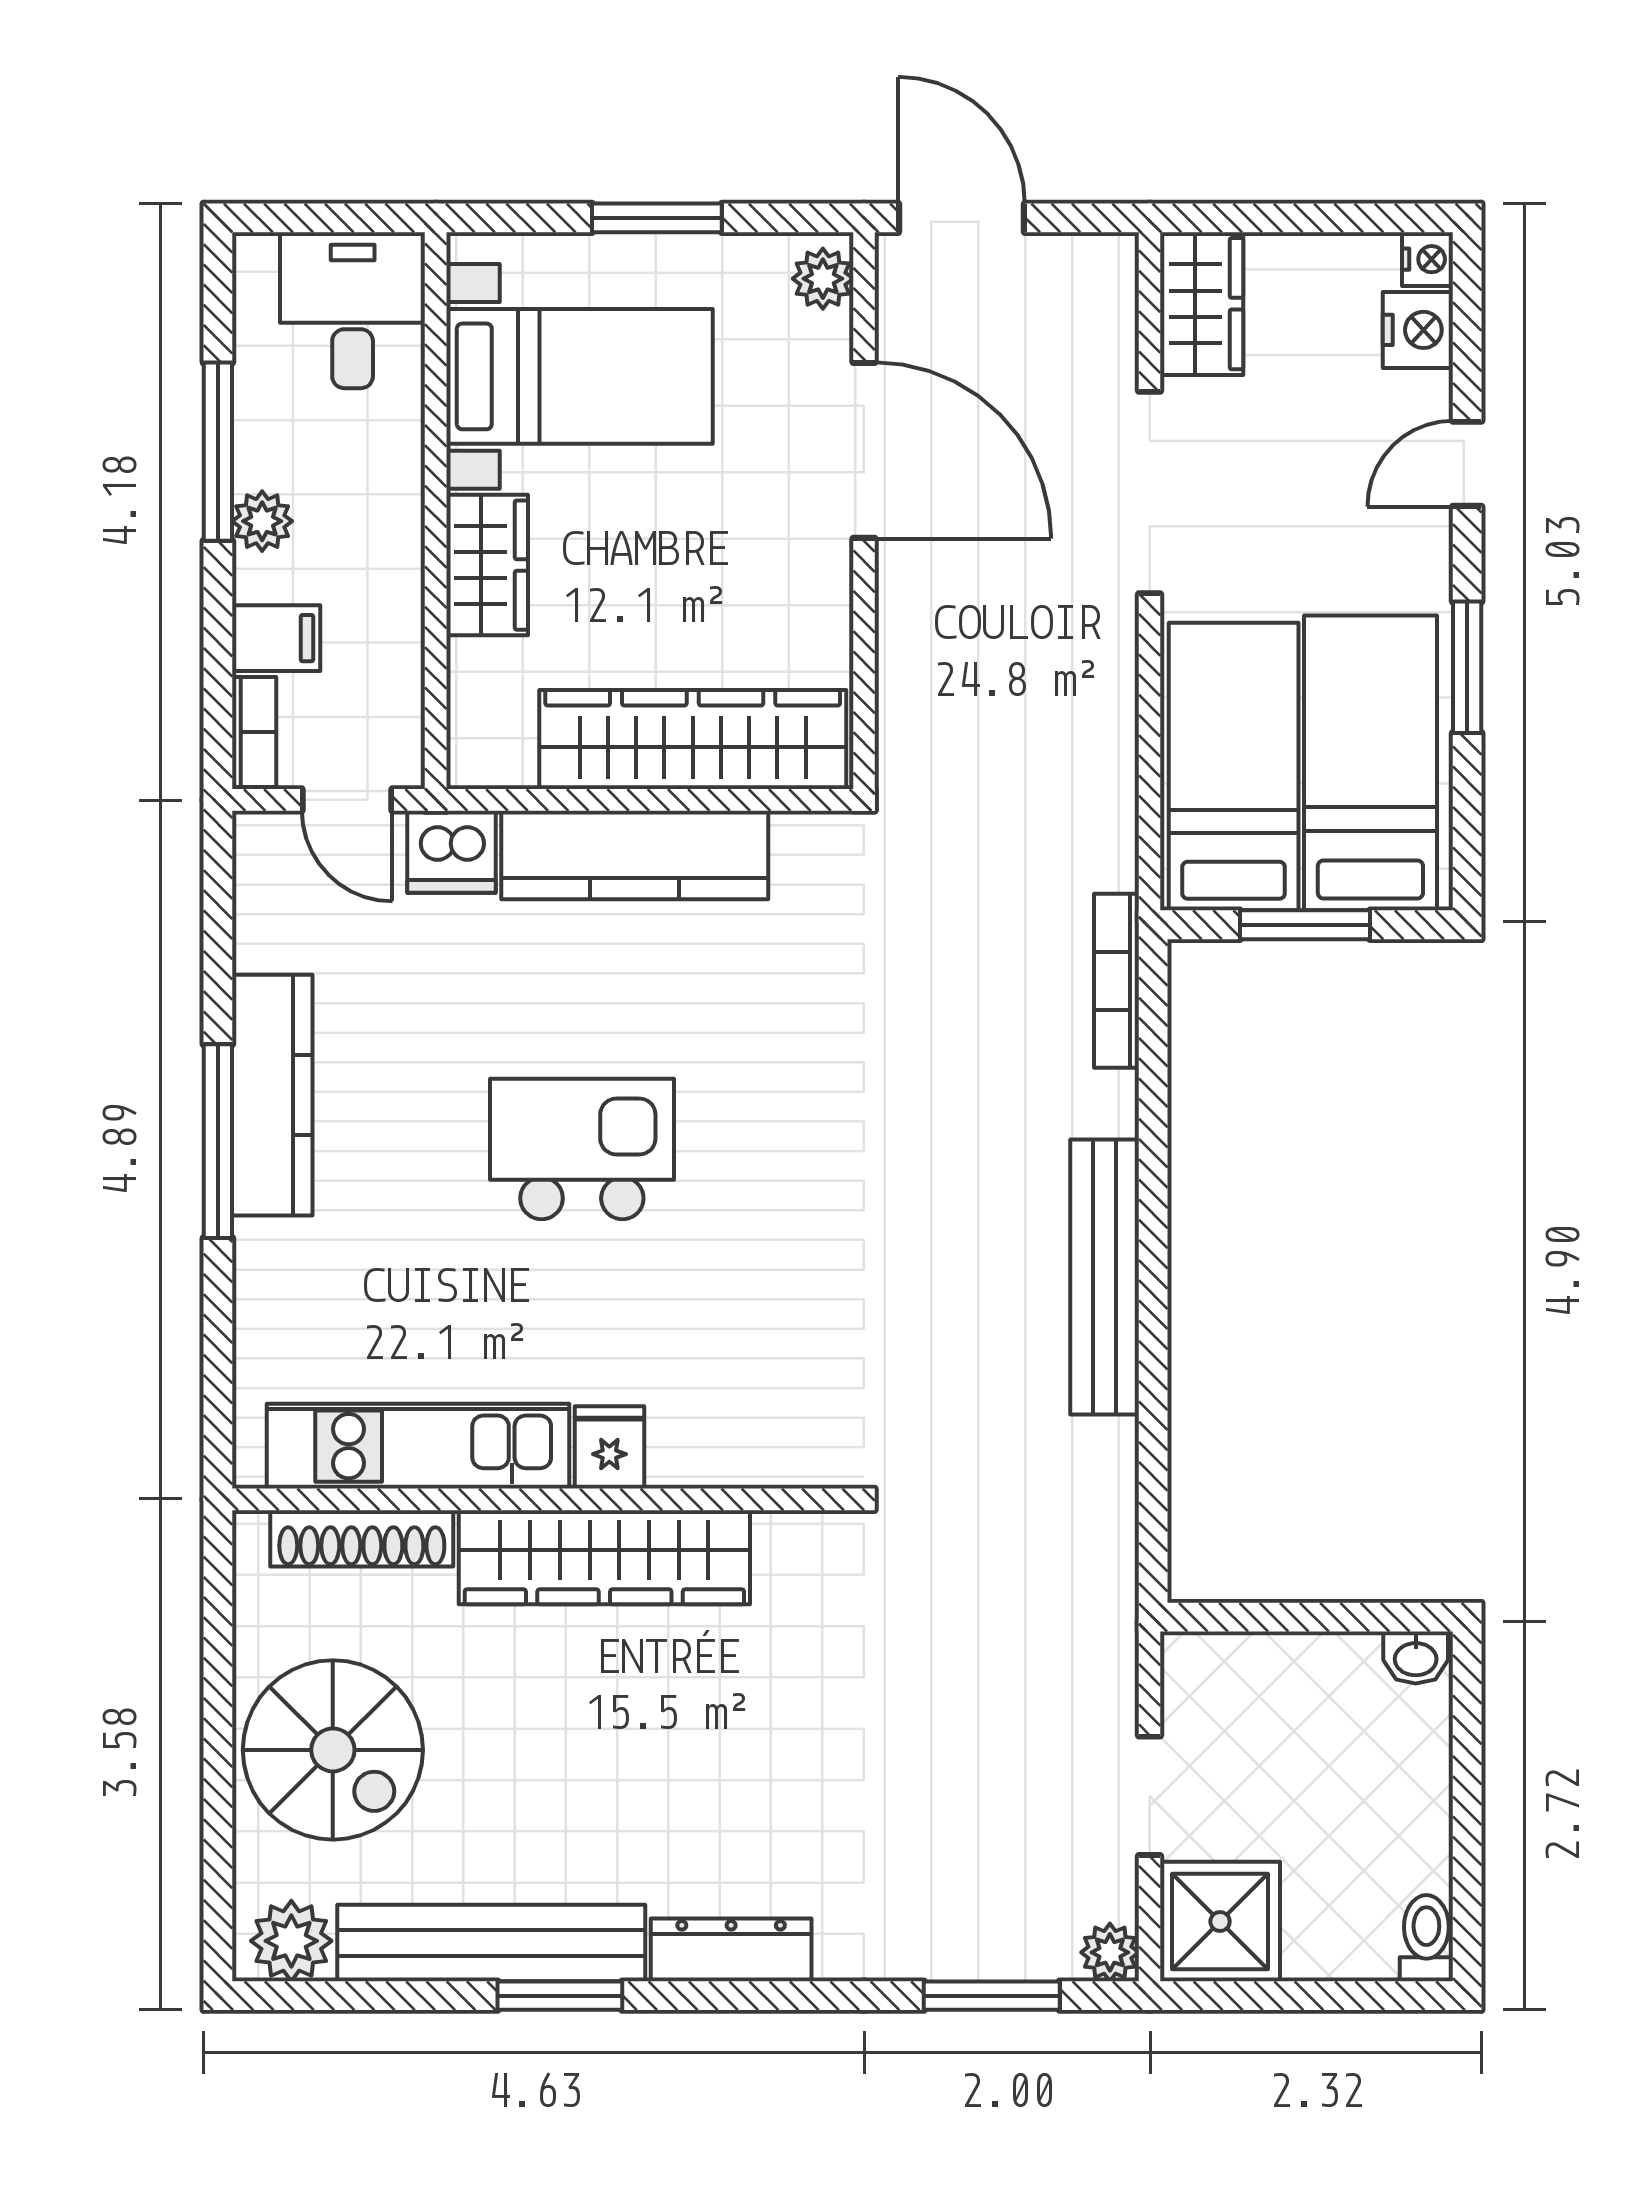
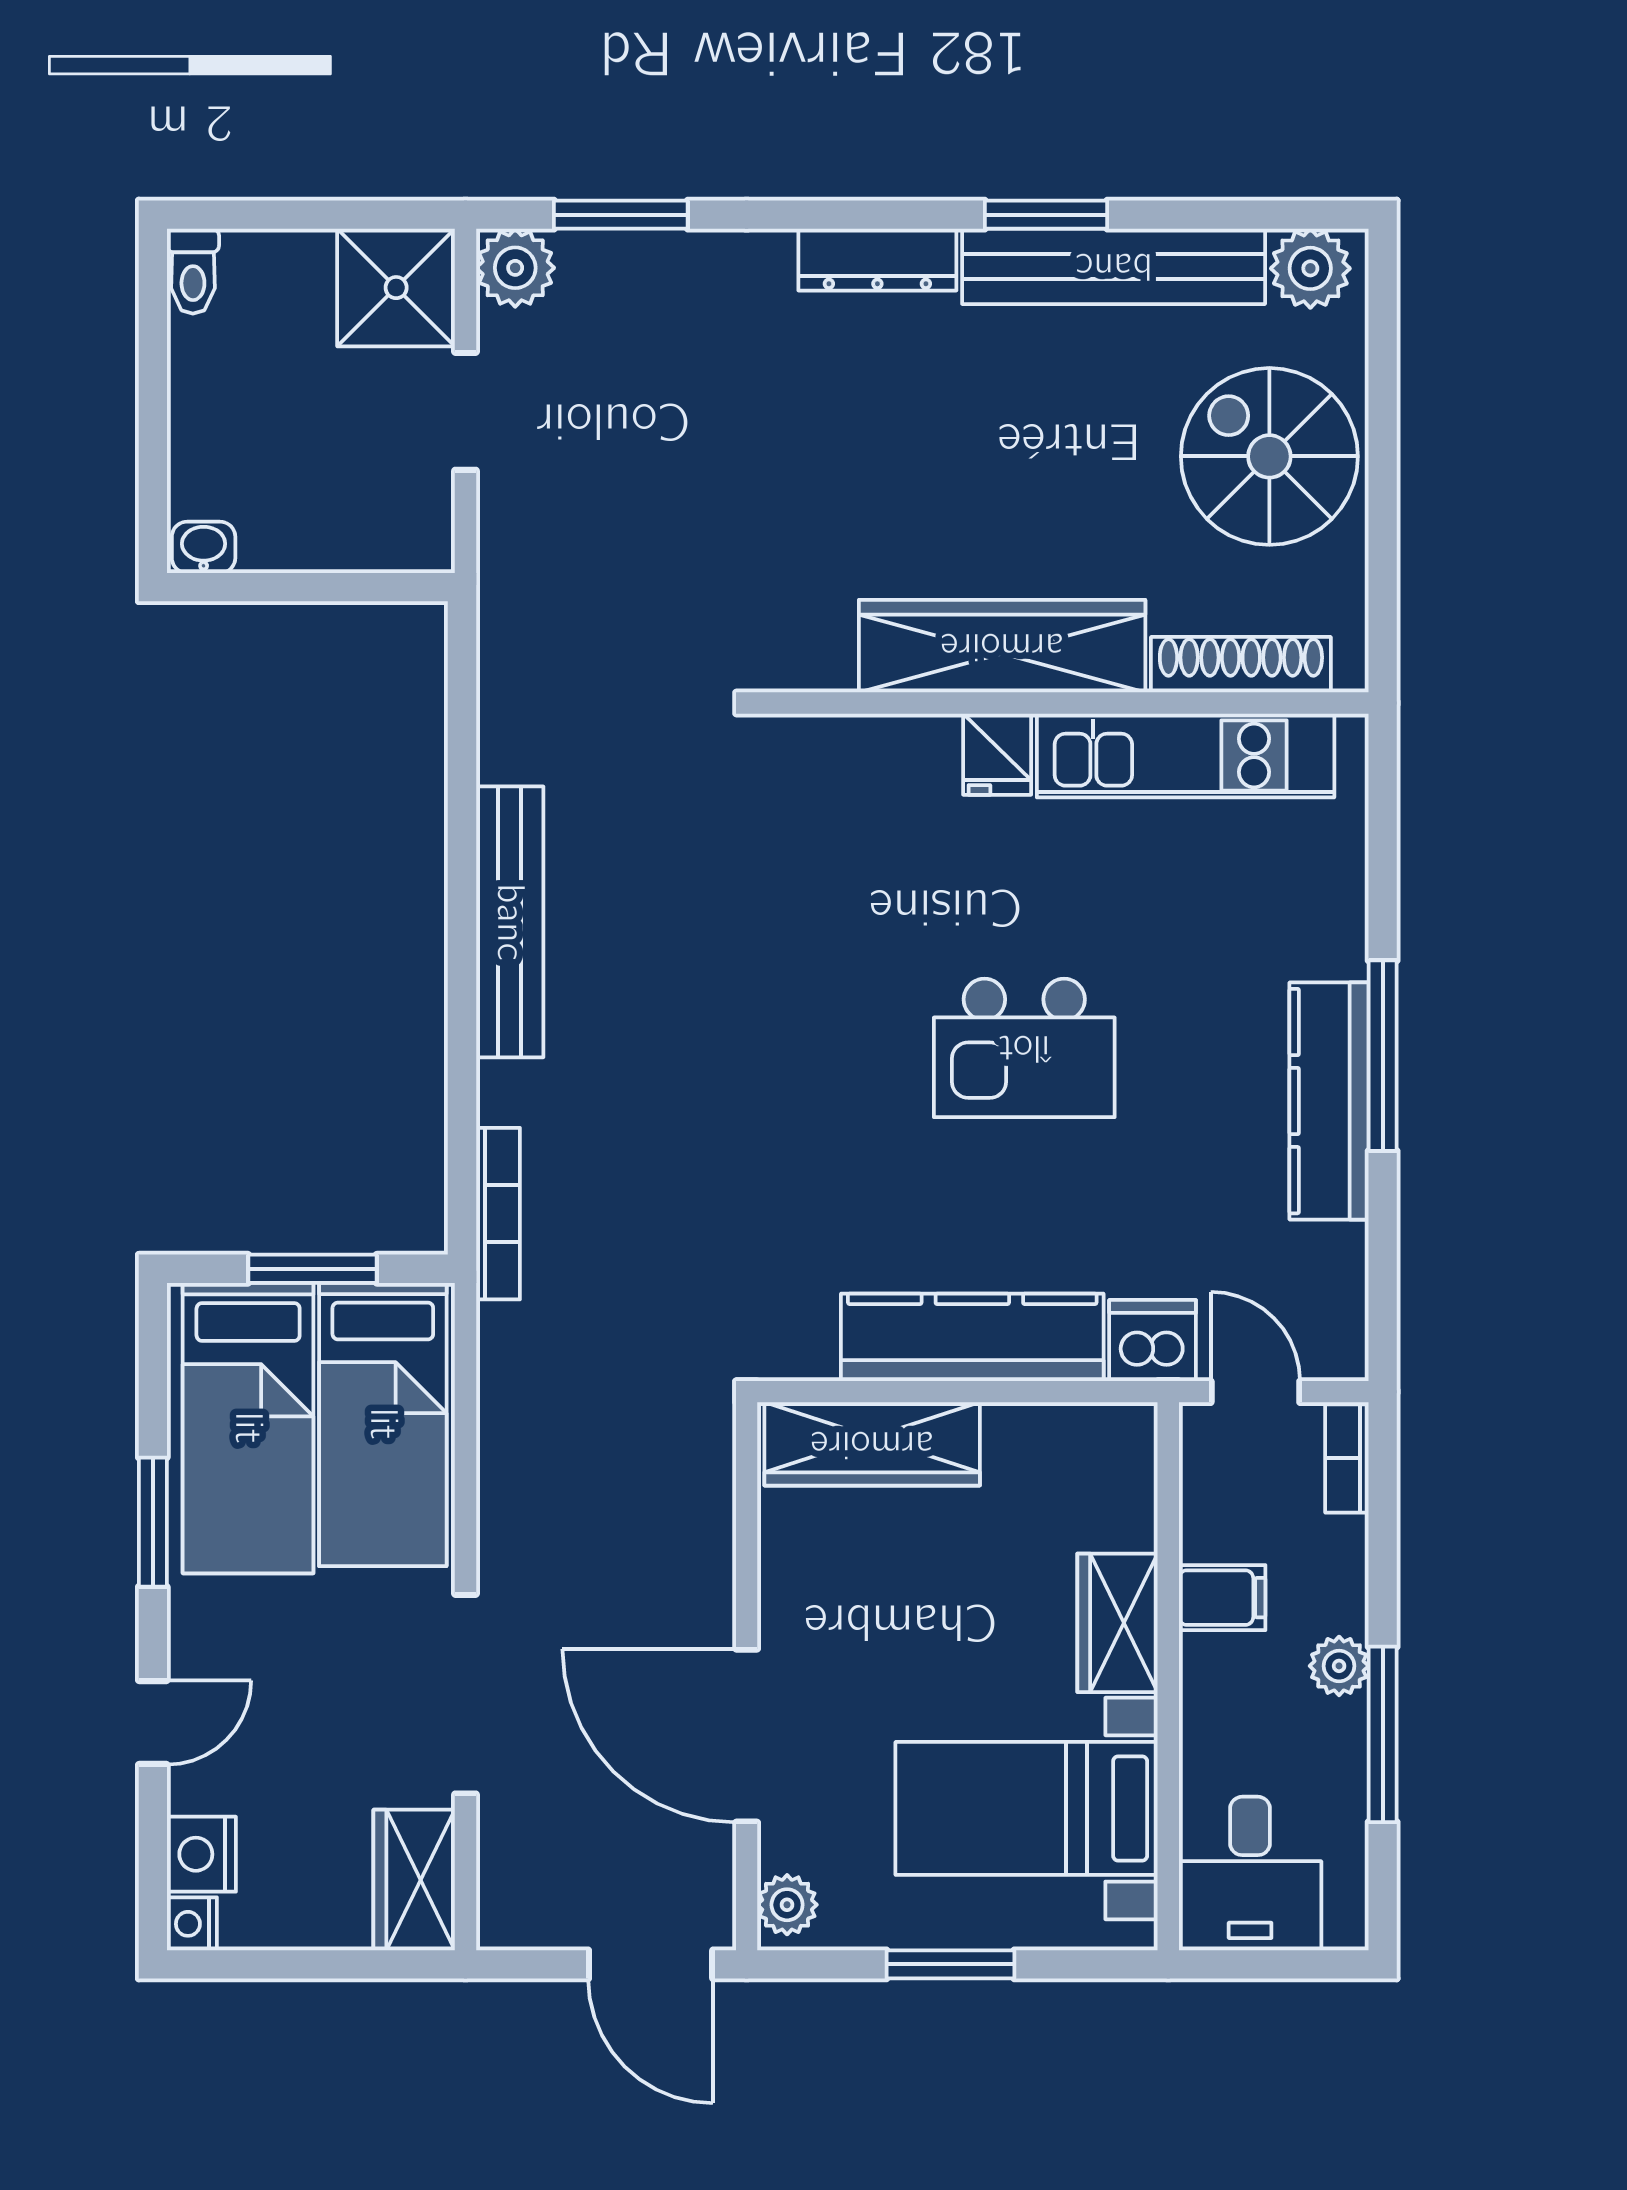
filing cabinet: (276, 638) -> (1222, 1598), moved, turned 180
wardrobe: (693, 739) -> (872, 1444), width x0.71, depth x0.85
plant: (1110, 1952) -> (515, 268), width x1.38, depth x1.38

